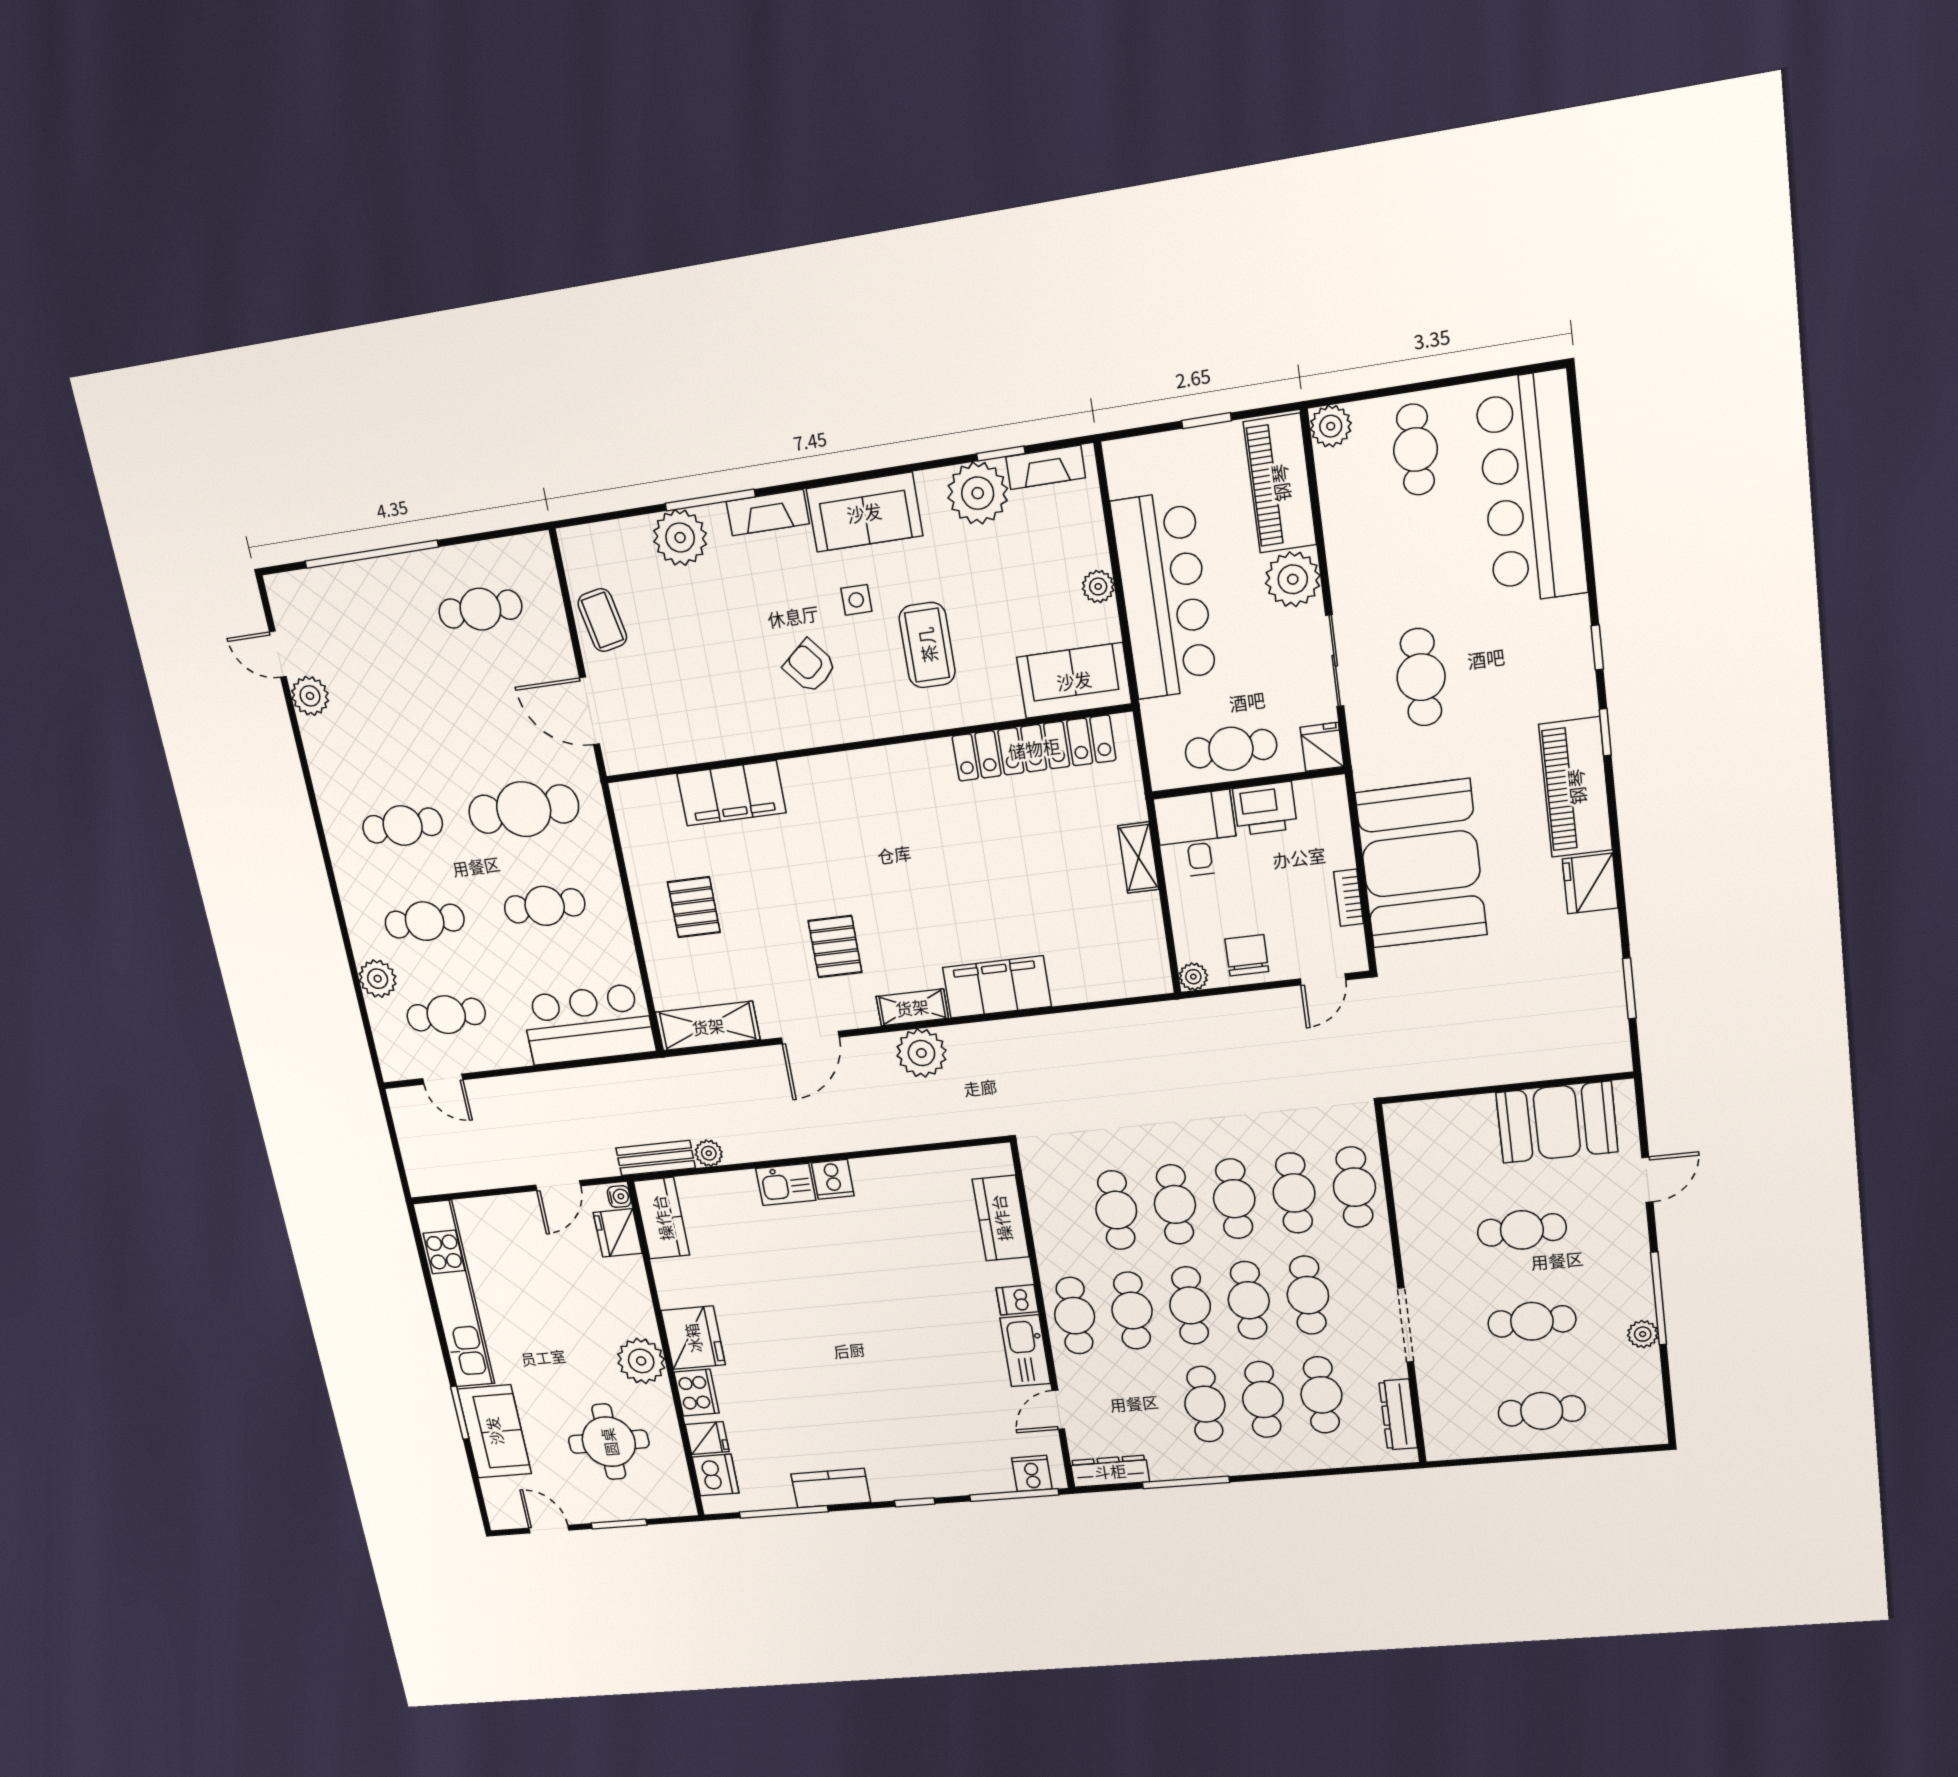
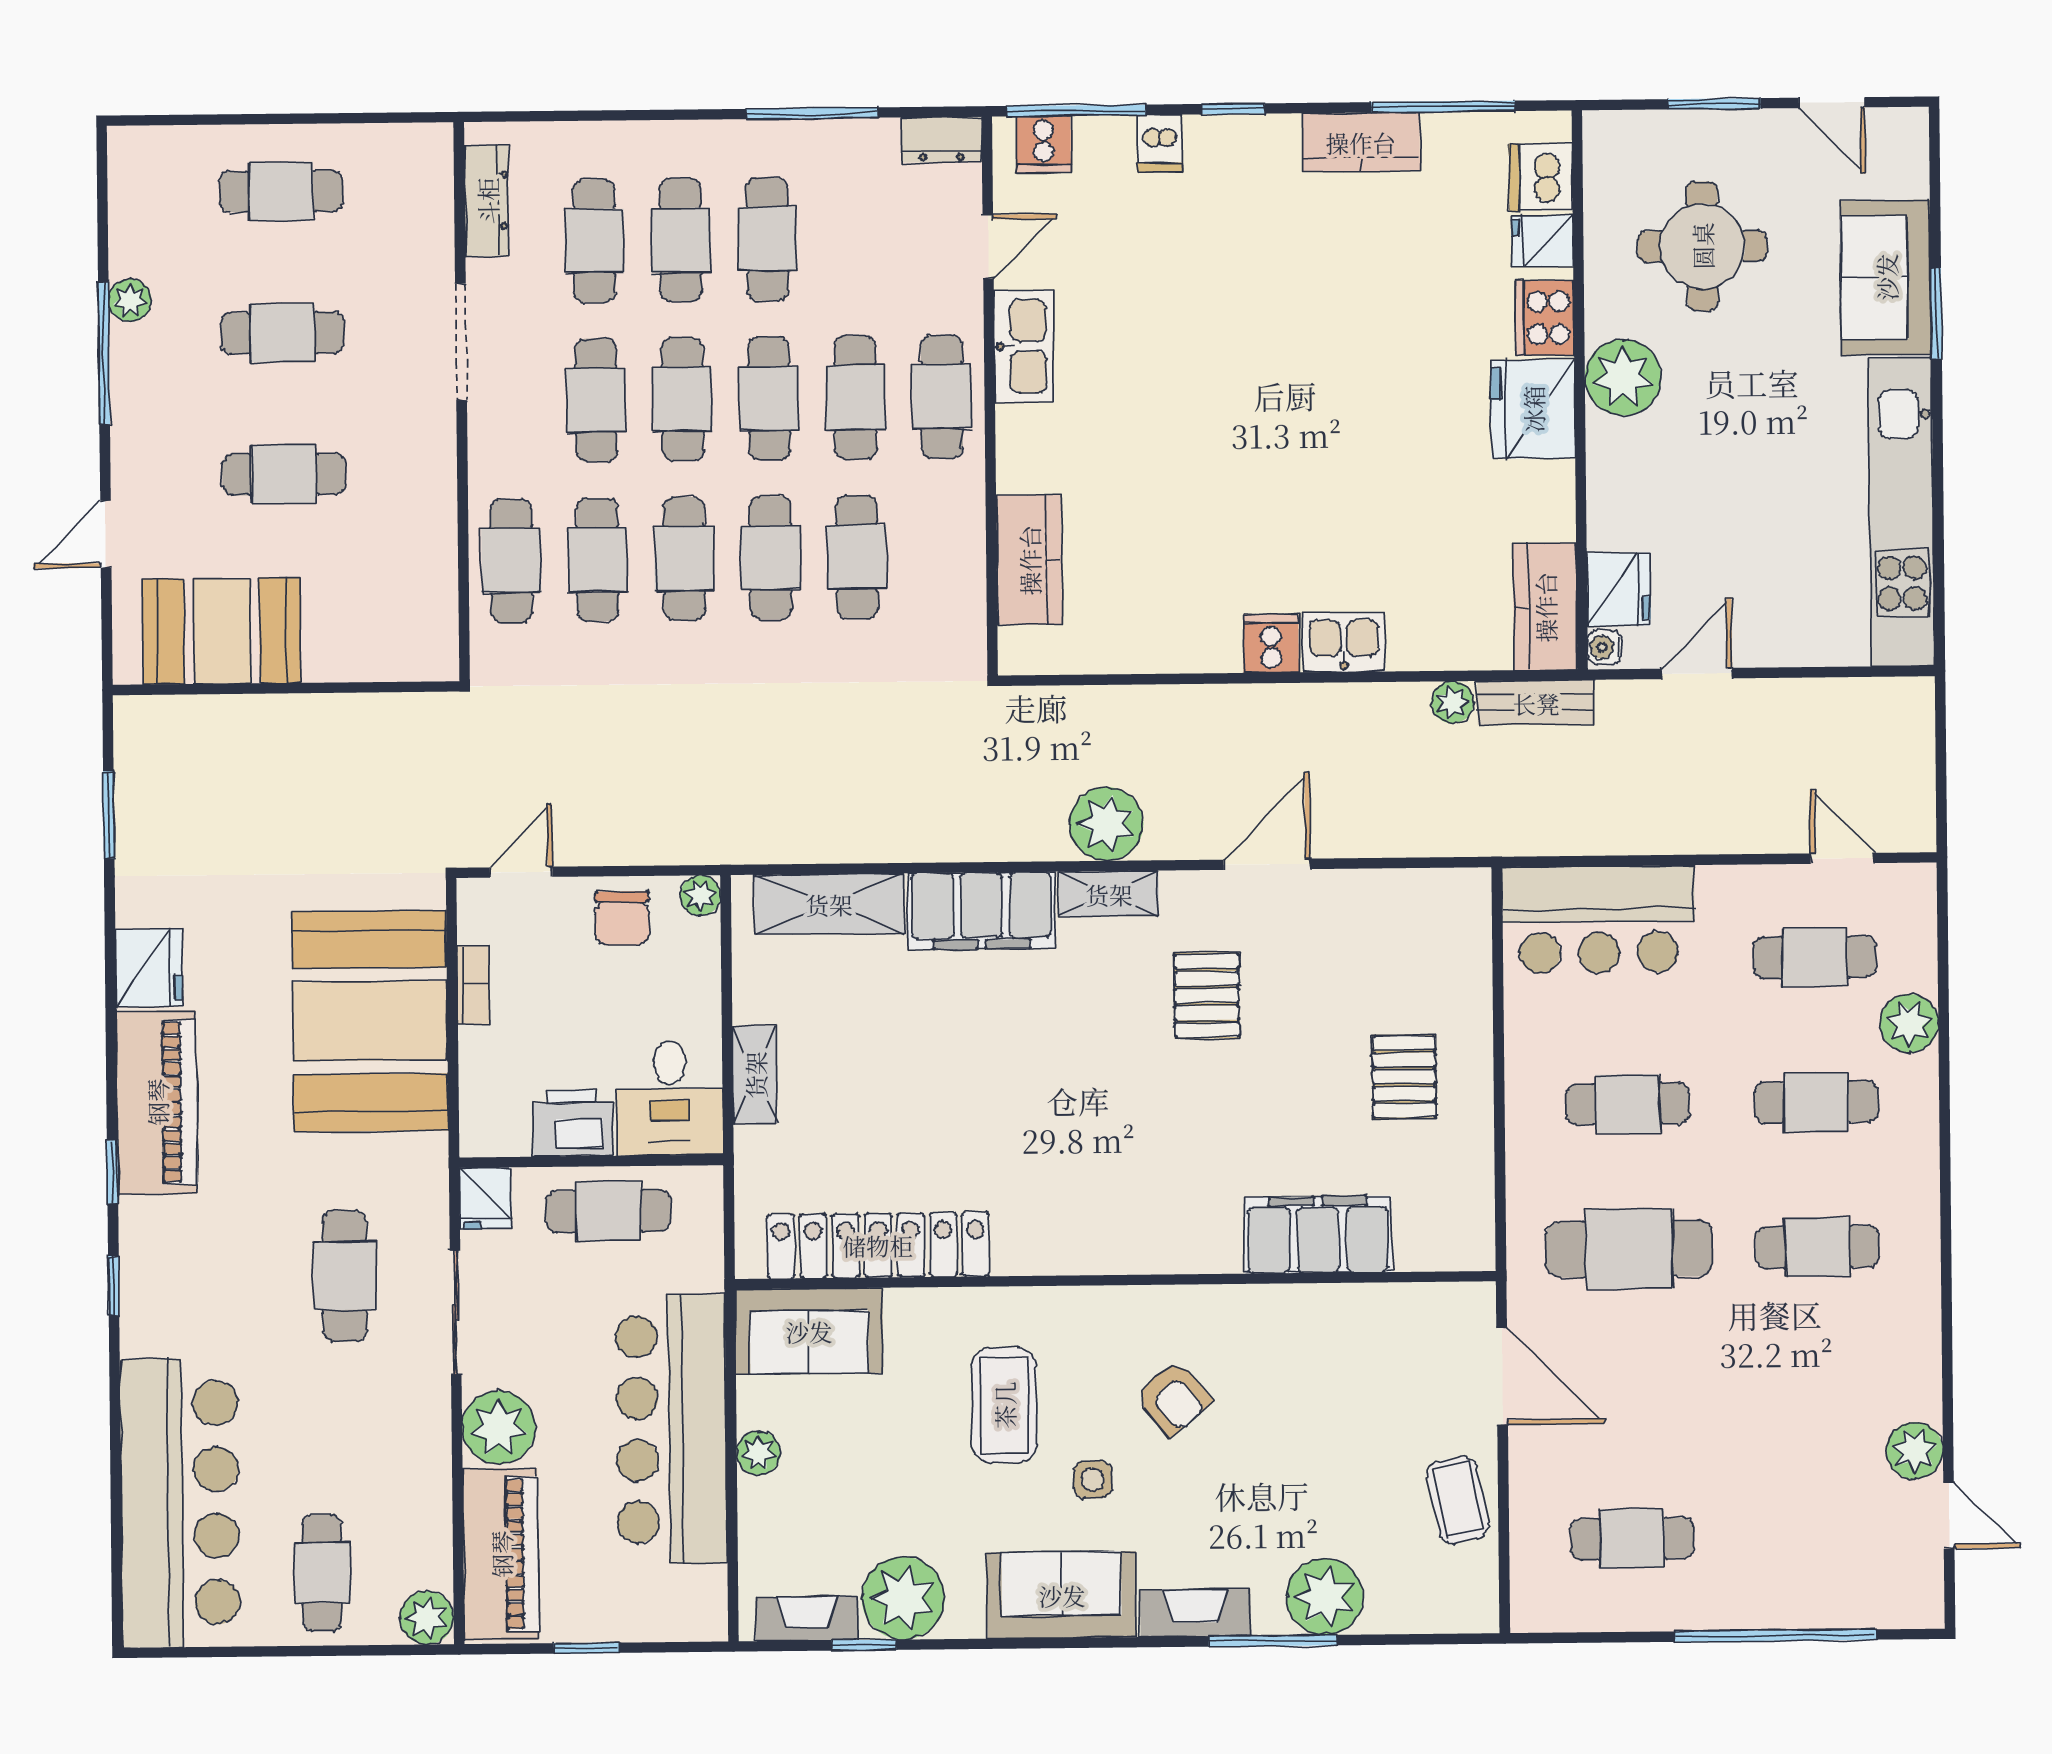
shelving: (708, 1026) -> (829, 904), moved
dishwasher: (1017, 1300) -> (1159, 143), moved, turned 90
dresser: (1110, 1471) -> (942, 140), width x0.70

